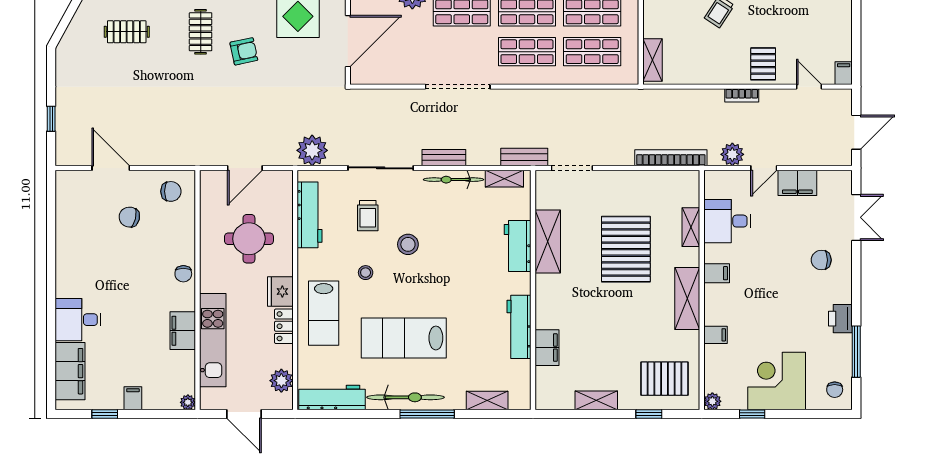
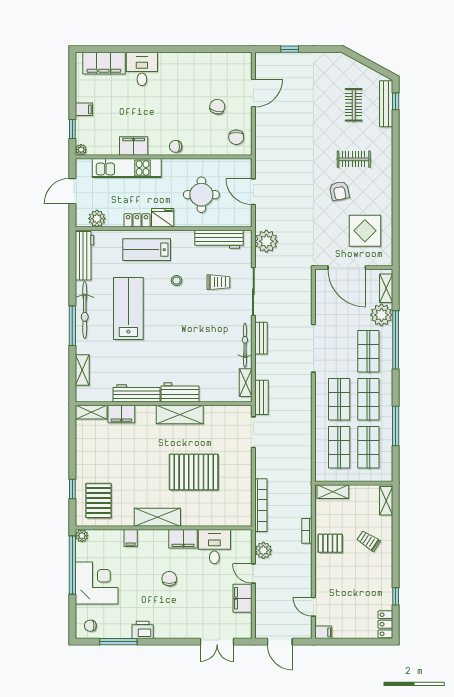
pallet: (763, 64) -> (330, 543), moved
door: (809, 87) -> (313, 607), swing flipped
bookcase: (742, 95) -> (307, 531), moved
trolley: (368, 216) -> (218, 282), turned 180
shelving: (691, 227) -> (210, 520), removed
shelving: (548, 241) -> (180, 415), moved
stool: (408, 244) -> (197, 312), removed
workbench: (518, 246) -> (180, 392), moved
chair: (821, 260) -> (169, 579), moved
filing cabinet: (717, 273) -> (183, 539), width x2.00
shelving: (596, 400) -> (91, 412), moved, turned 90
window: (105, 414) -> (72, 129), moved
window: (752, 414) -> (72, 565), width x3.17

